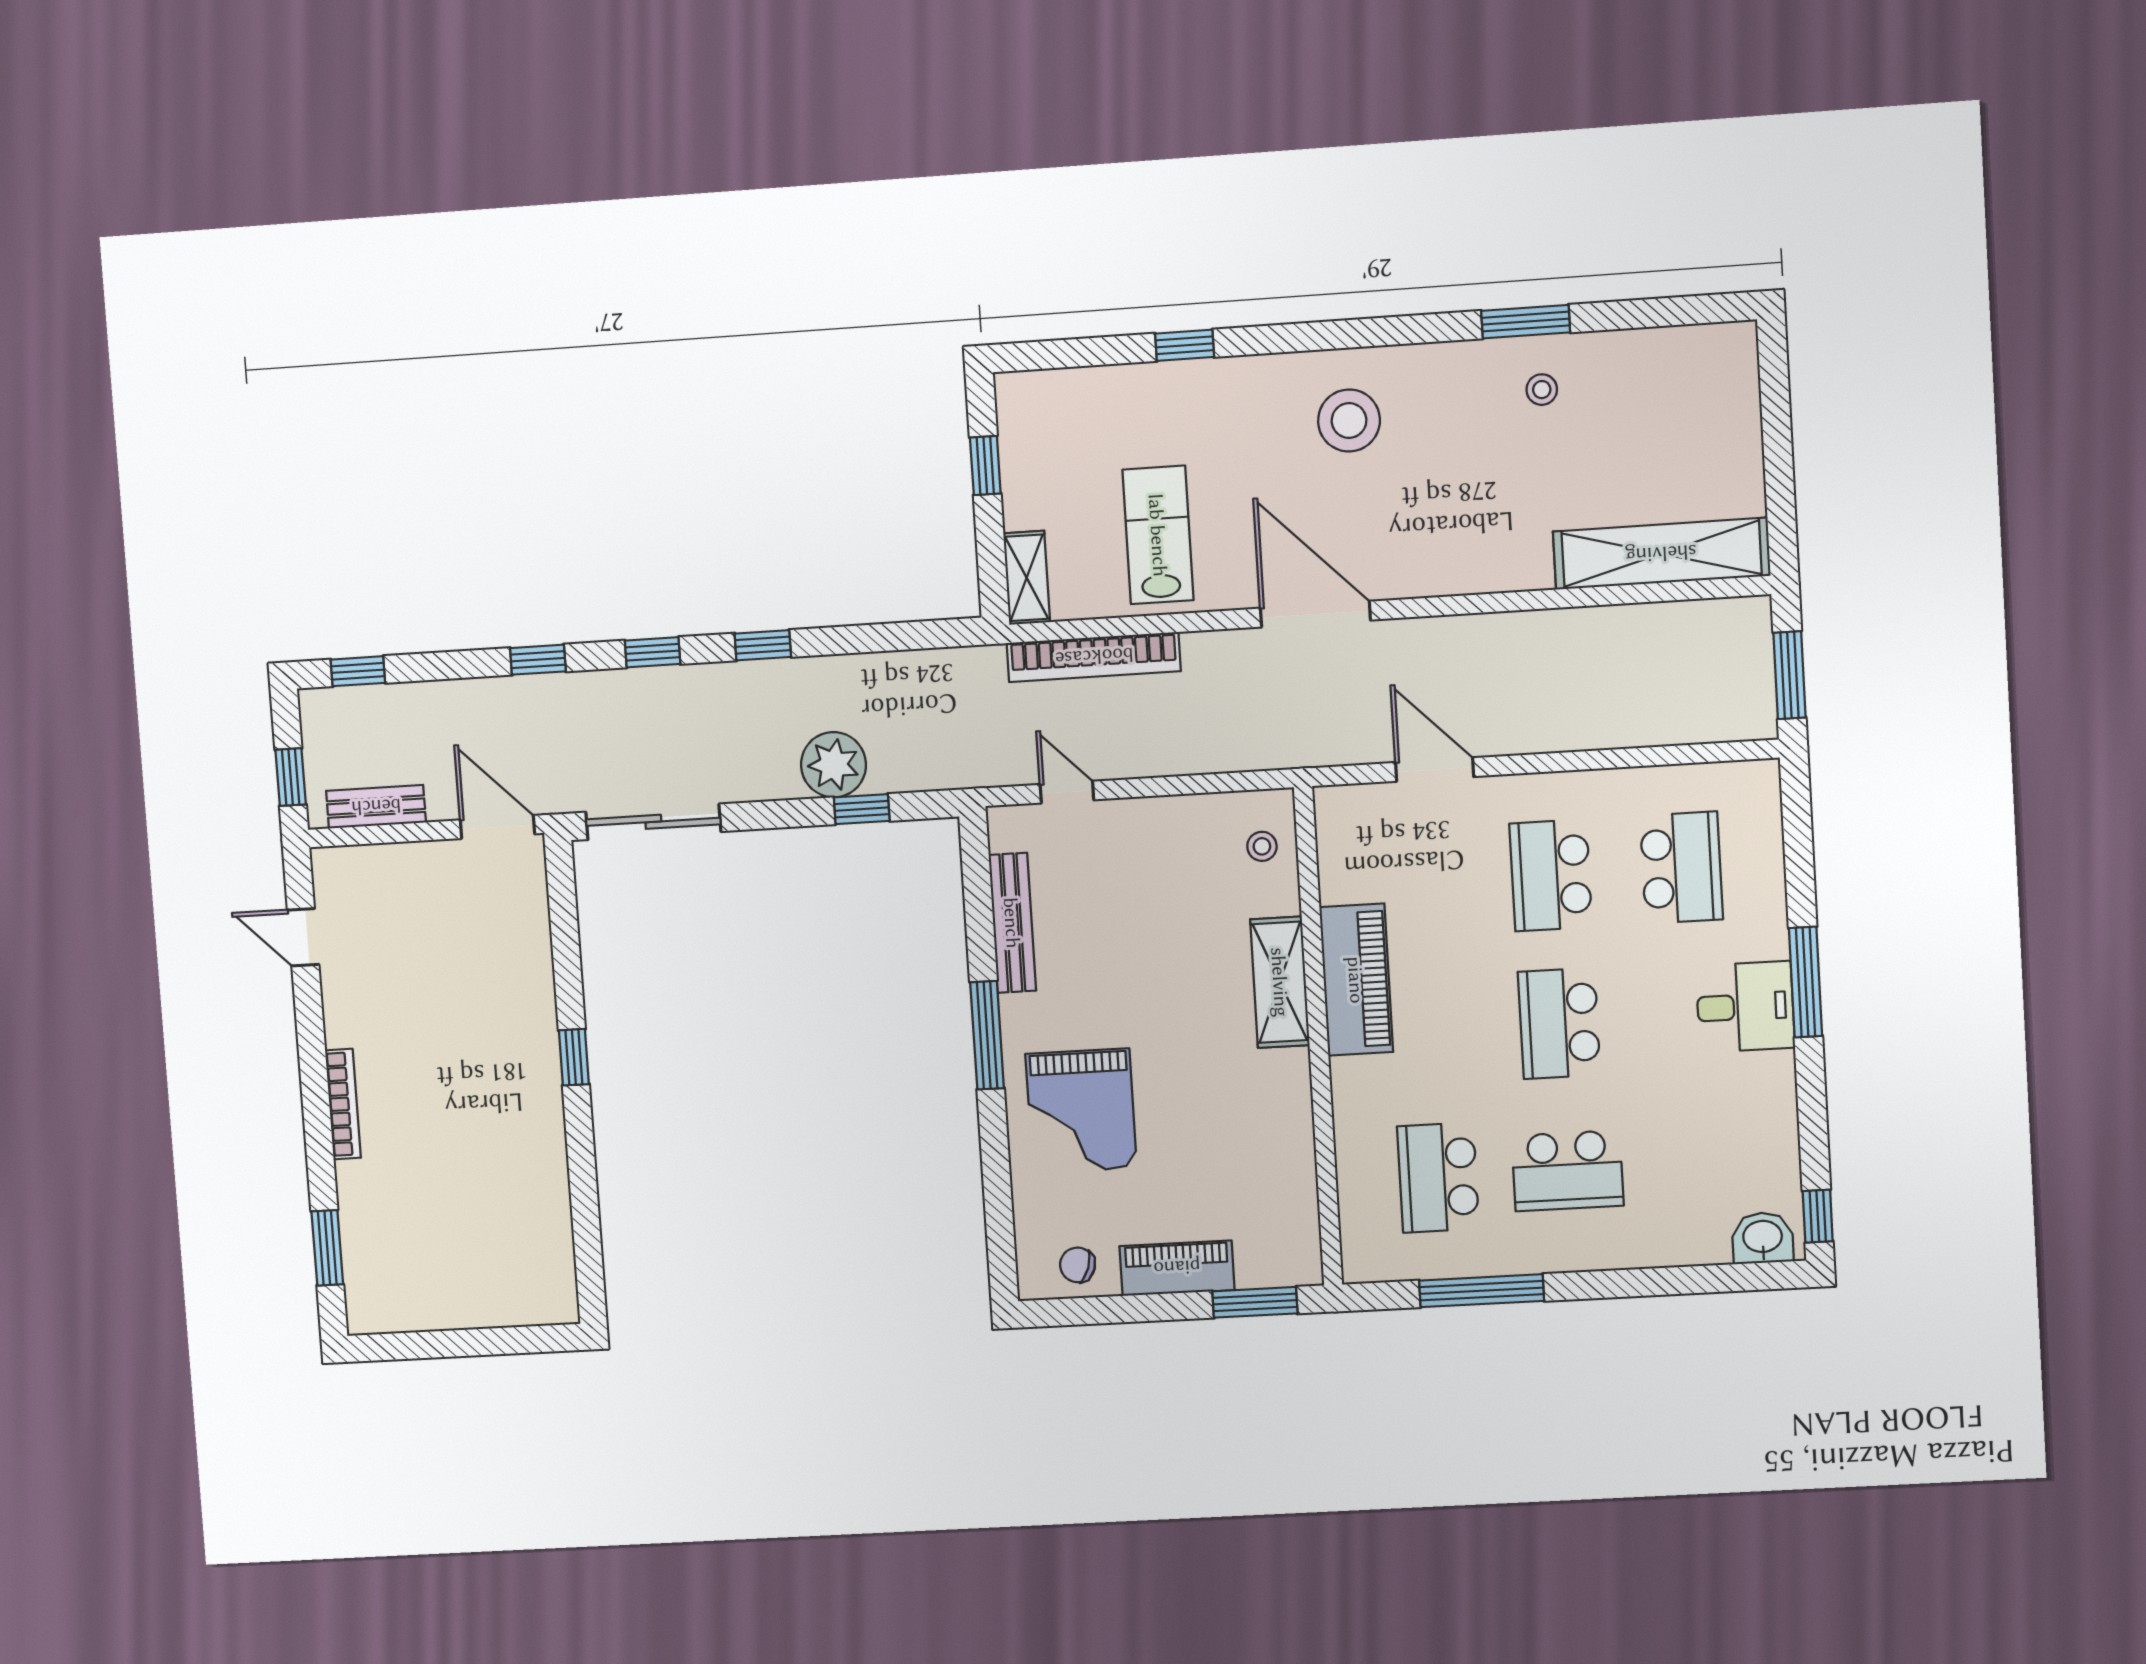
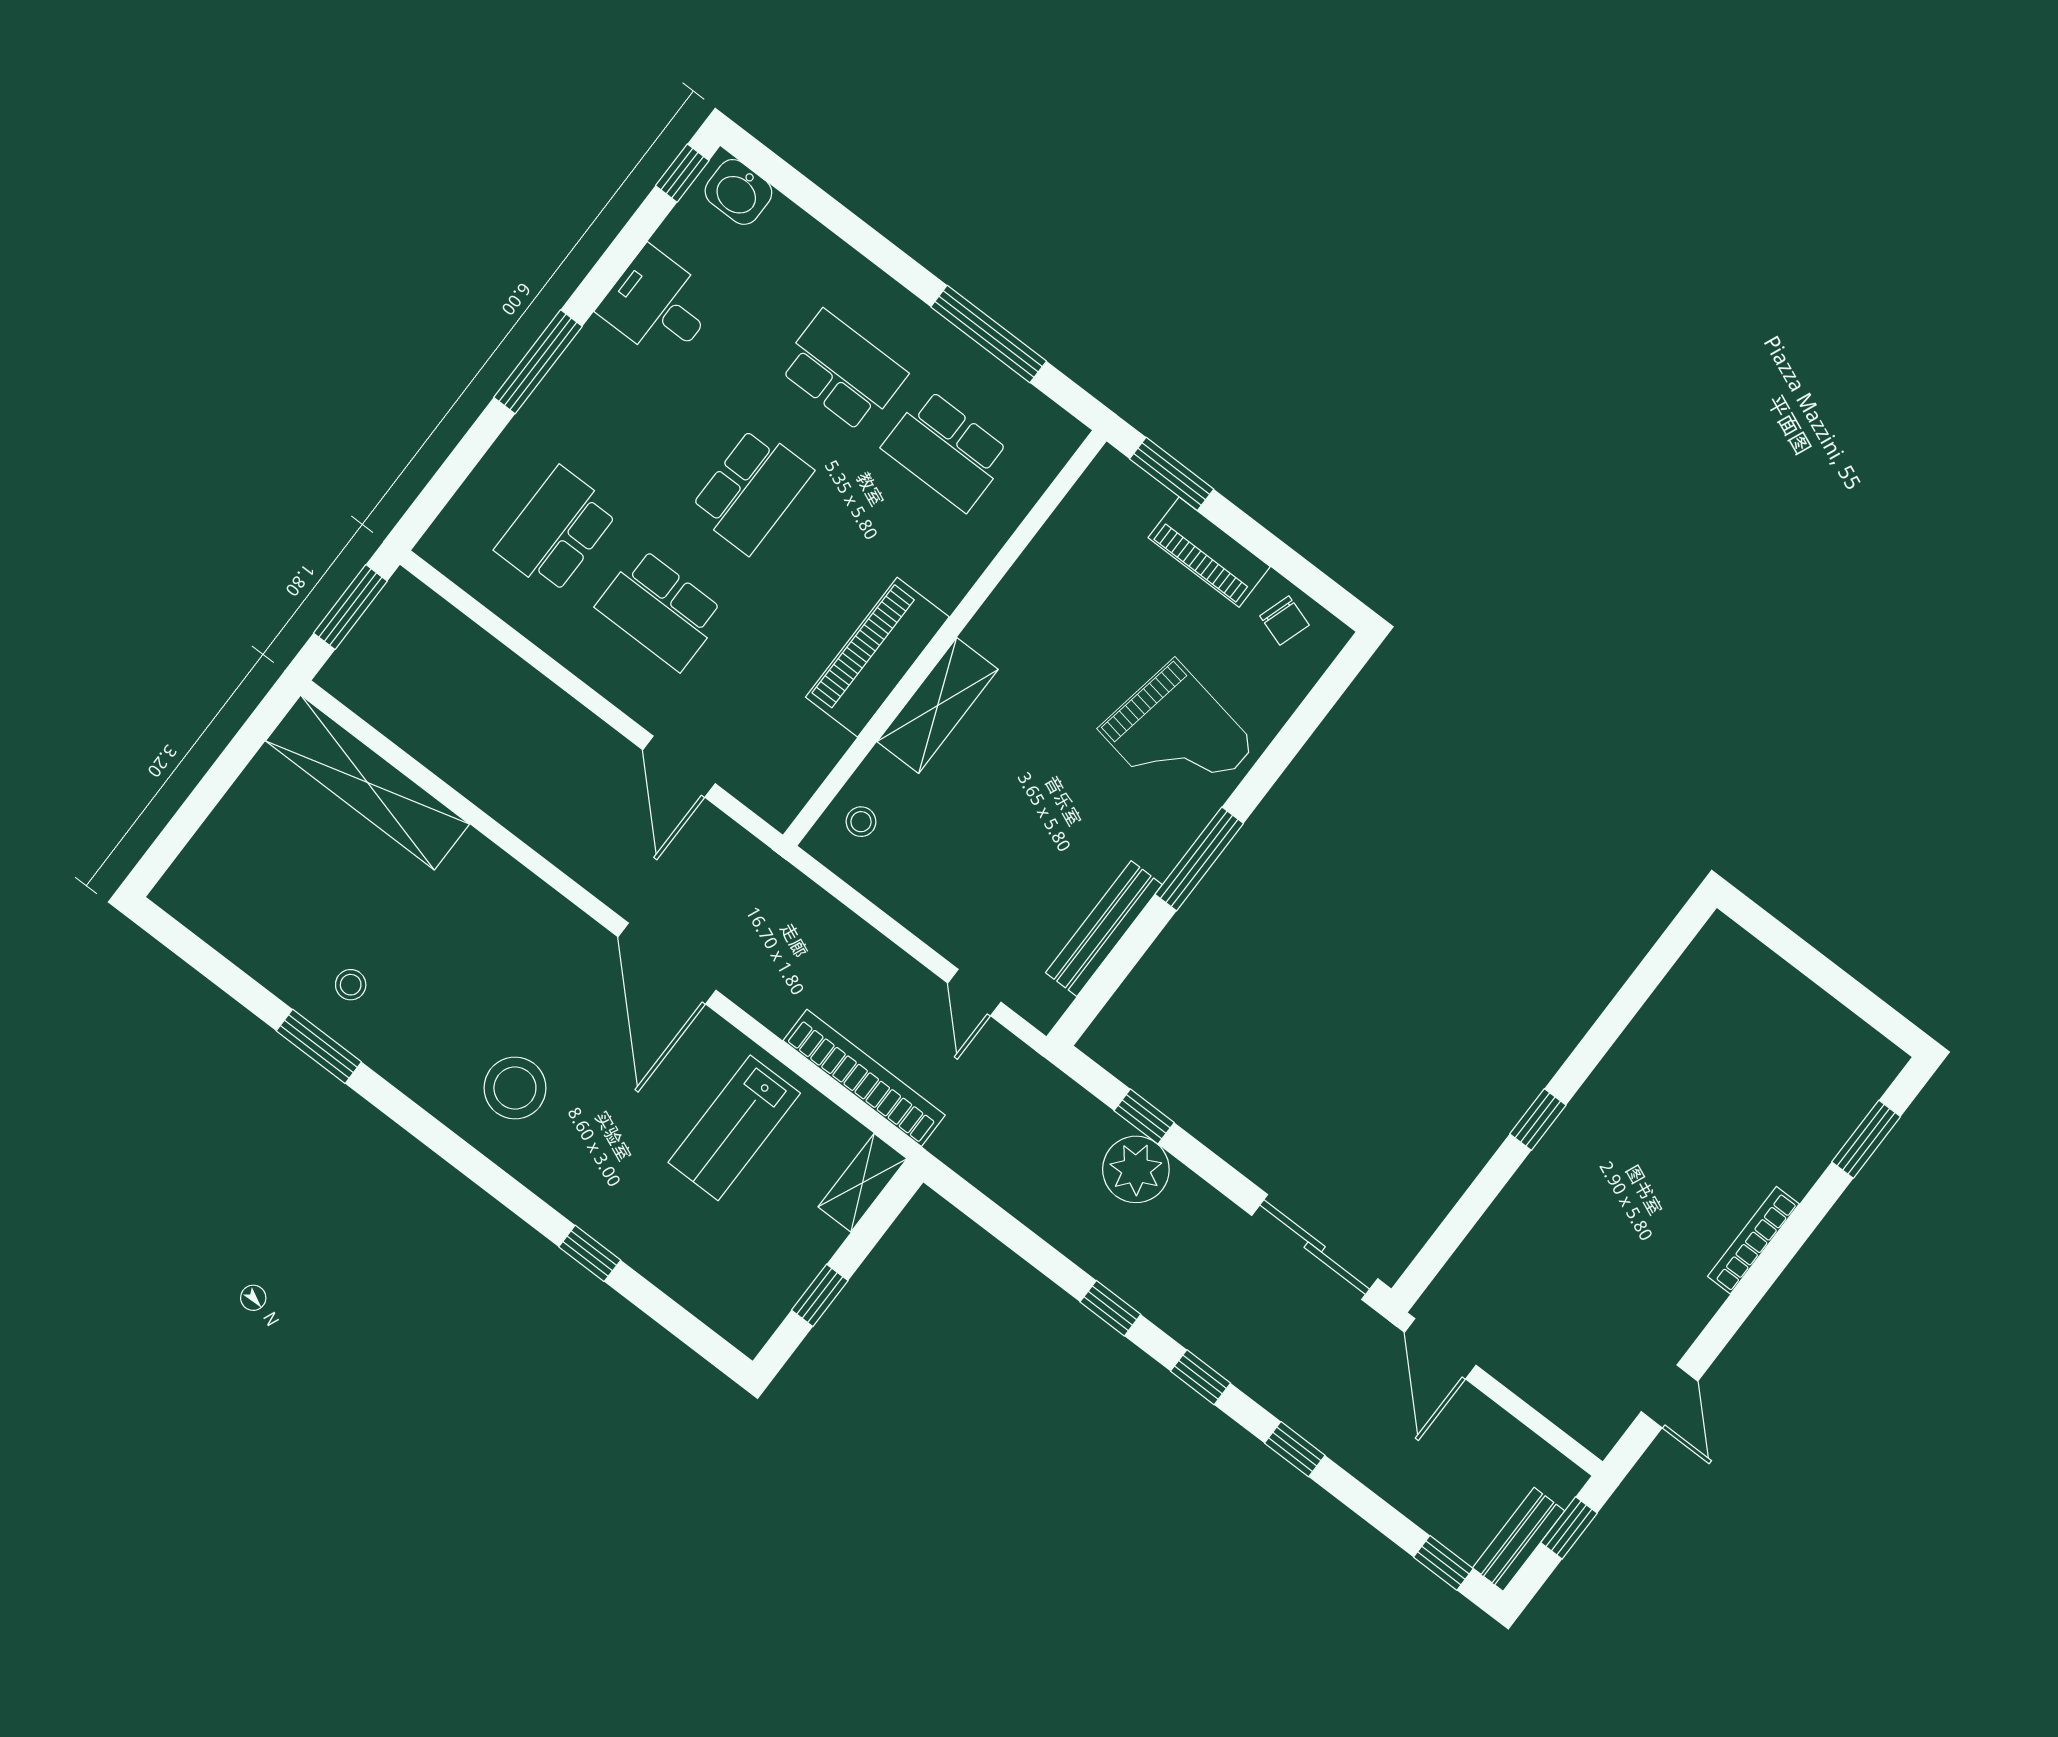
bench: (376, 807) -> (1519, 1539), moved, turned 90
school desk: (1551, 875) -> (660, 610), turned 90
desk: (1745, 1007) -> (658, 305), moved
grand piano: (1081, 1111) -> (1177, 738), turned 100
school desk: (1438, 1178) -> (946, 450), turned 90

